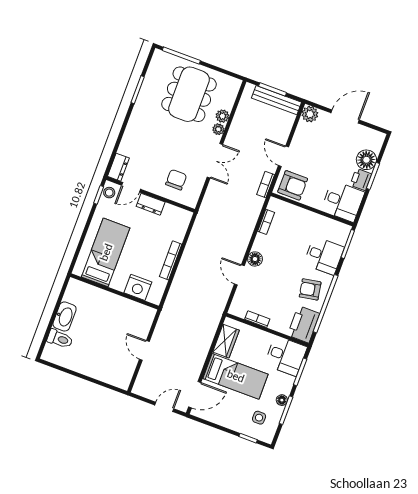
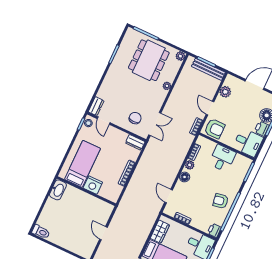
plant: (310, 114) -> (225, 92), moved
plant: (222, 116) -> (180, 56), moved
double door: (215, 161) -> (155, 124), moved
door: (131, 187) -> (104, 121), hinge flipped
dresser: (151, 204) -> (135, 142), moved
plant: (261, 241) -> (190, 165), added
desk: (324, 256) -> (222, 158), moved, turned -90
door: (239, 275) -> (169, 196), moved
nightstand: (138, 287) -> (93, 185), moved
washbasin: (65, 316) -> (58, 190), moved
printer: (304, 324) -> (214, 230), width x0.53, depth x0.68
toilet: (60, 339) -> (41, 232), moved

